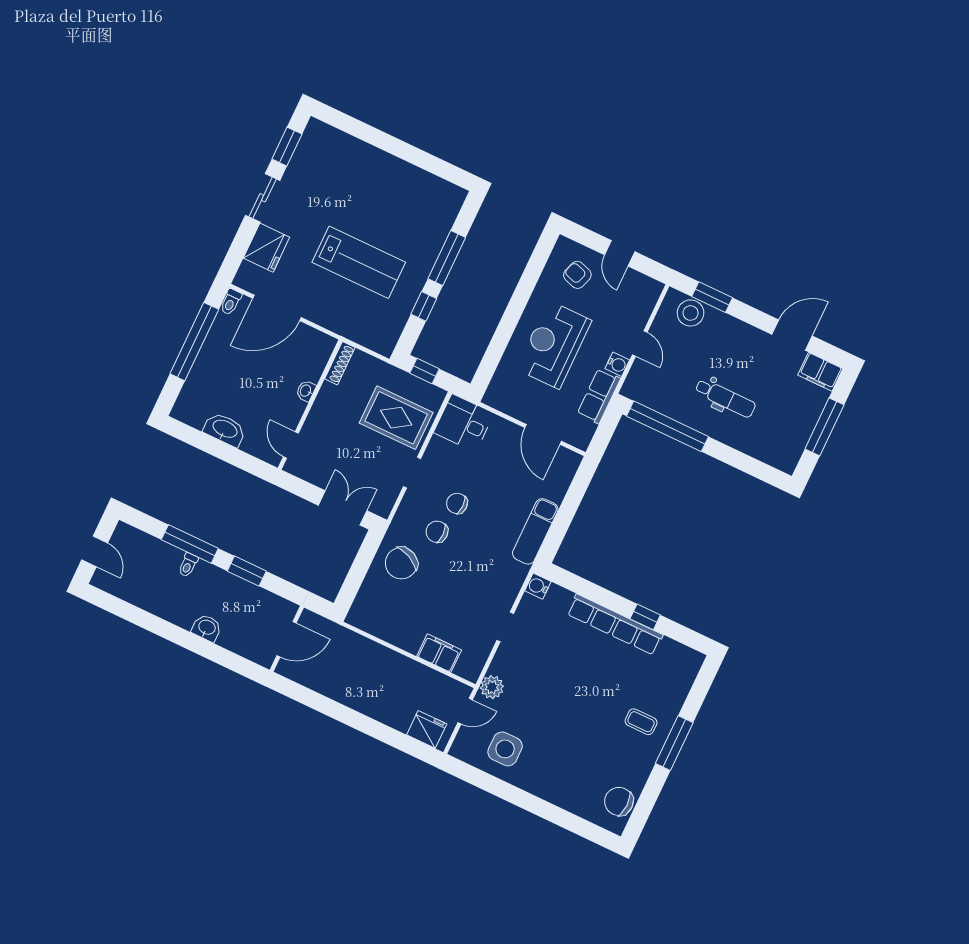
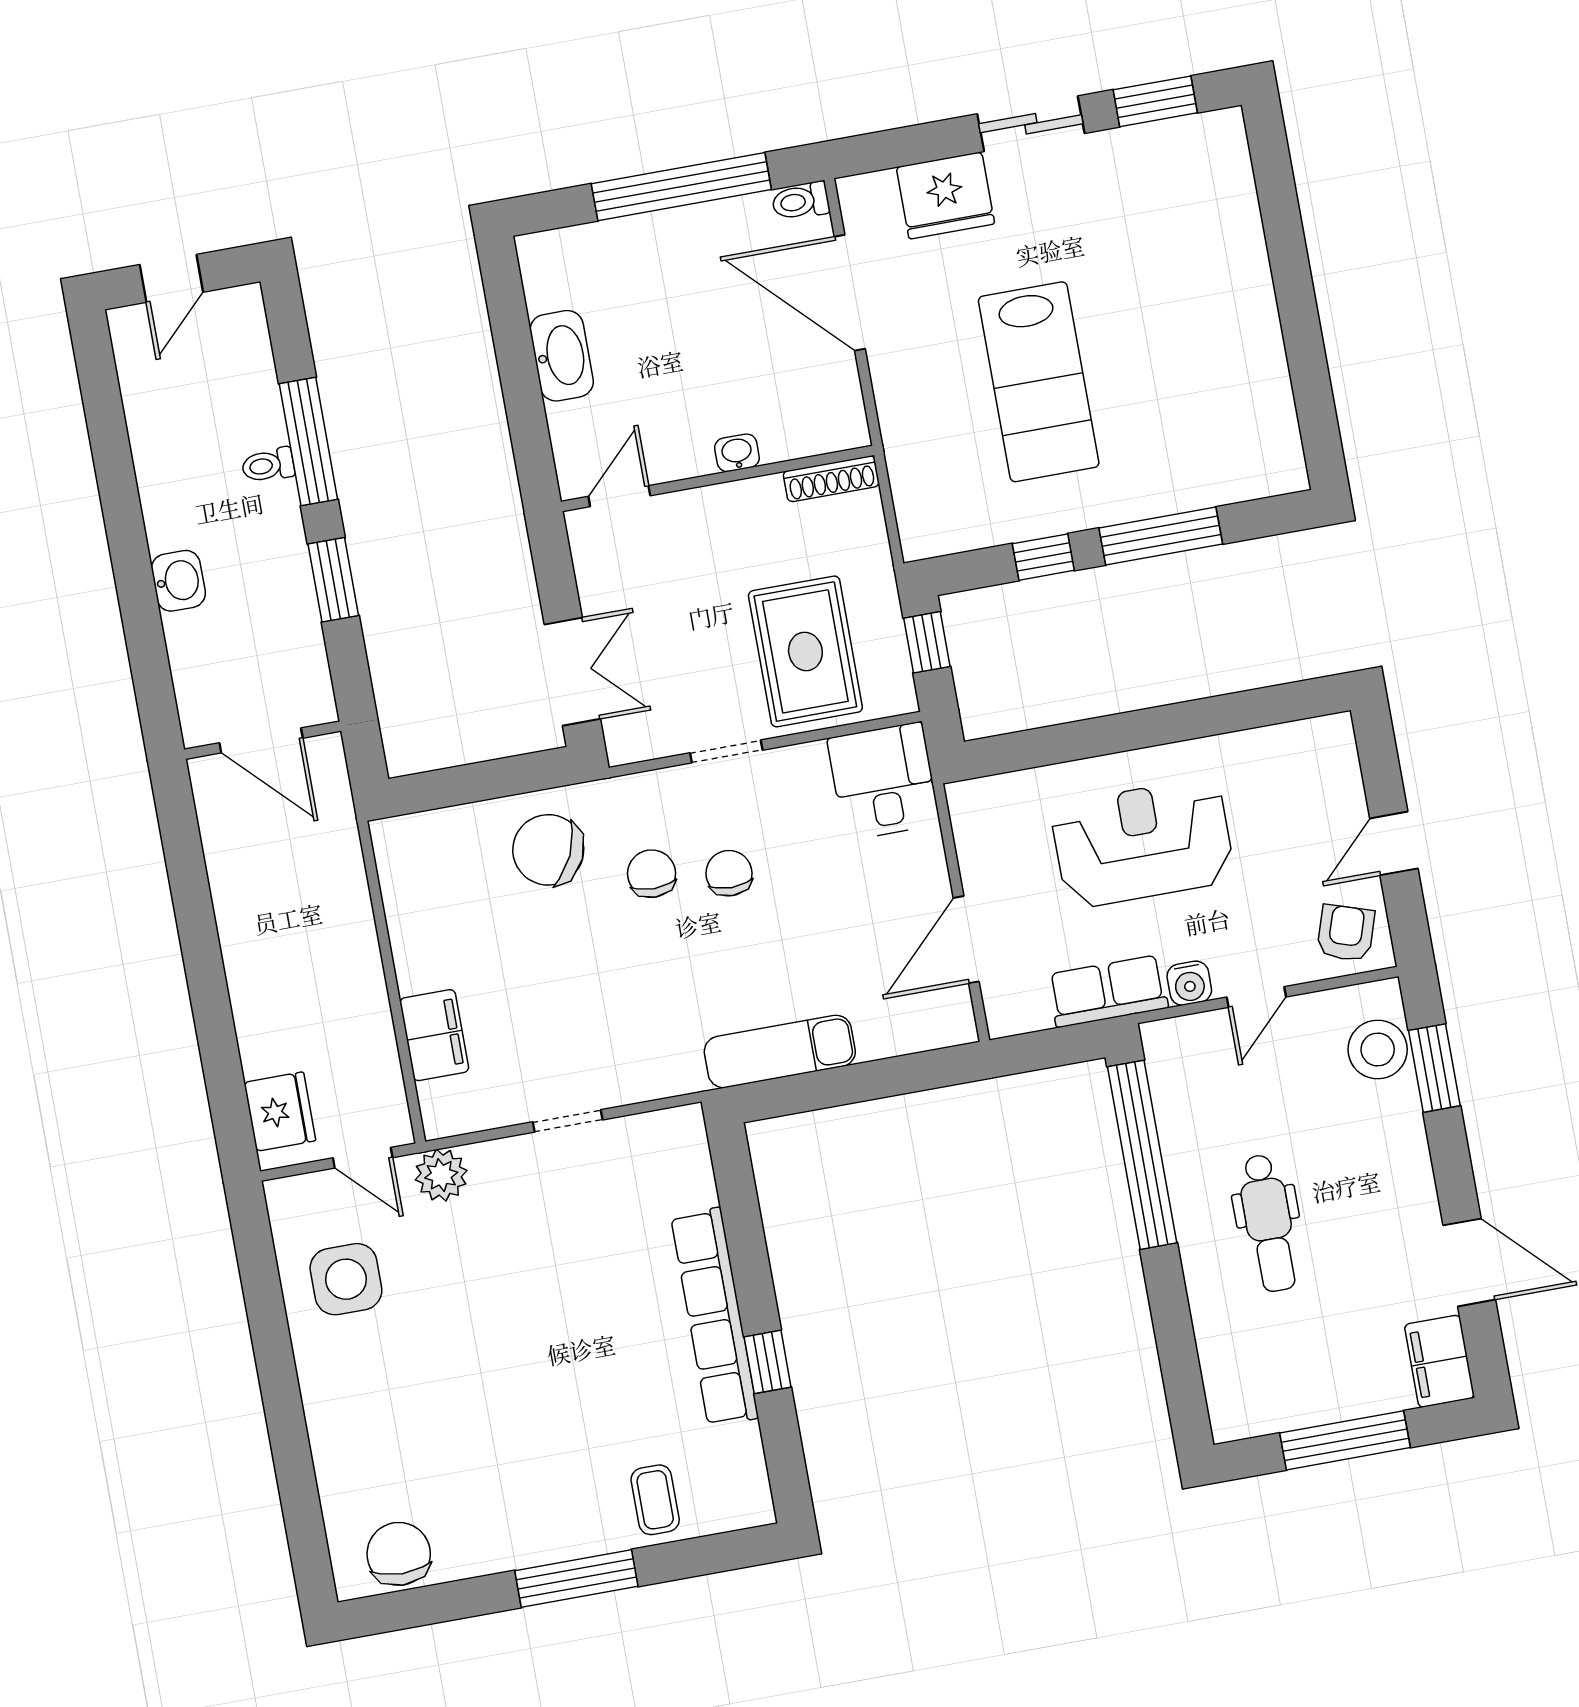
armchair: (577, 275) -> (1346, 933), moved
water cooler: (538, 586) -> (684, 1127), removed
coffee table: (641, 722) -> (655, 1500), moved

